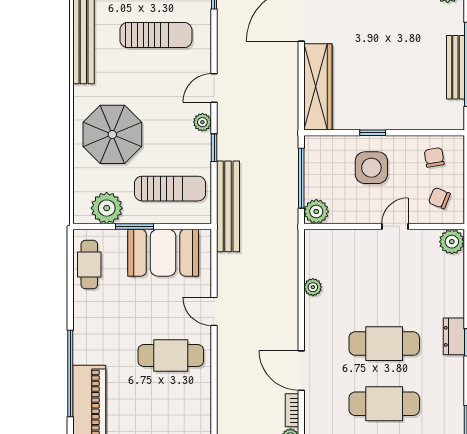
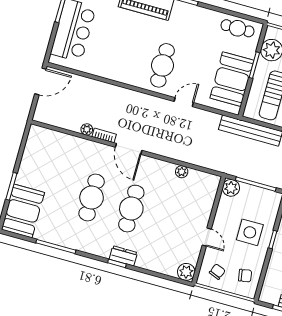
door: (301, 371) -> (129, 149), swing flipped

